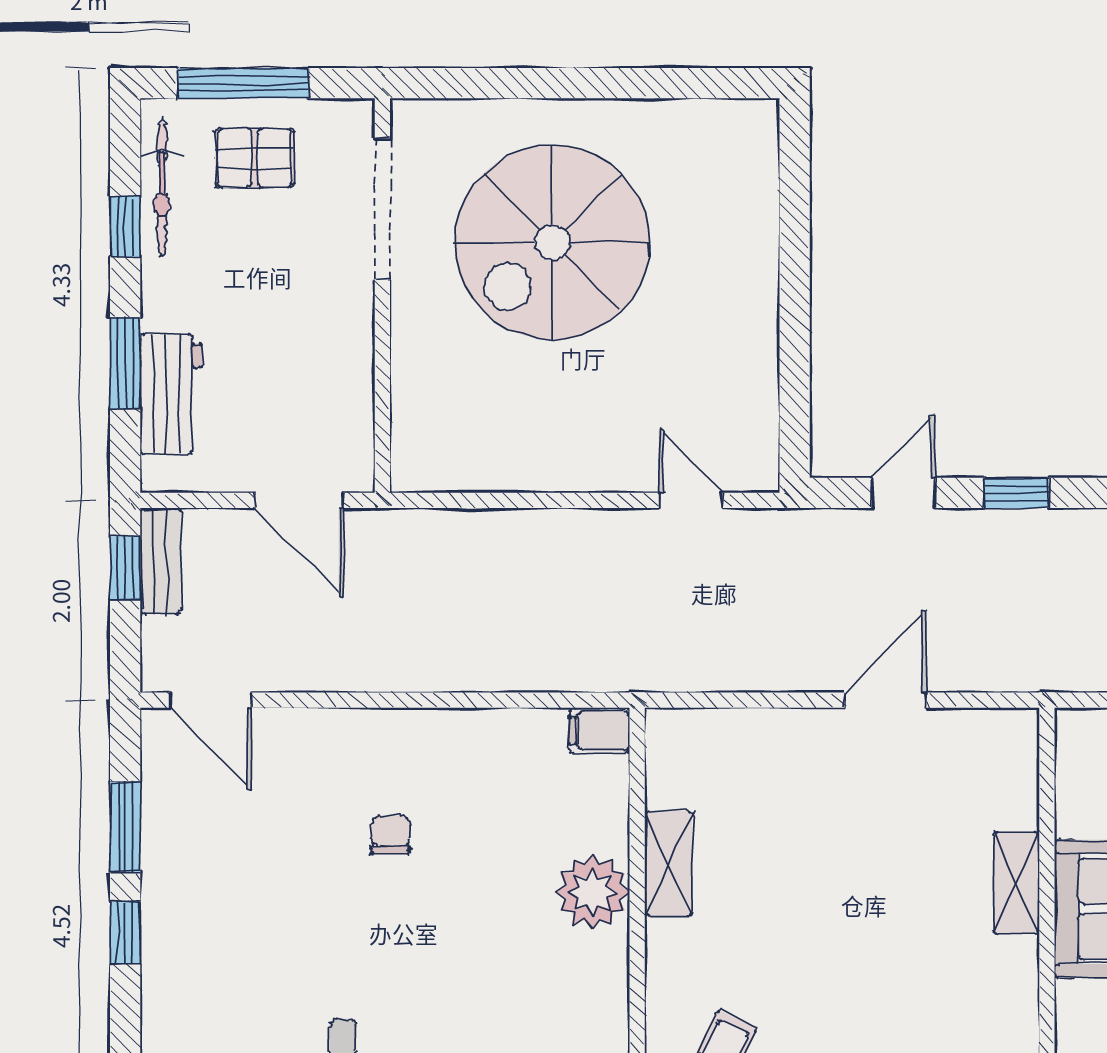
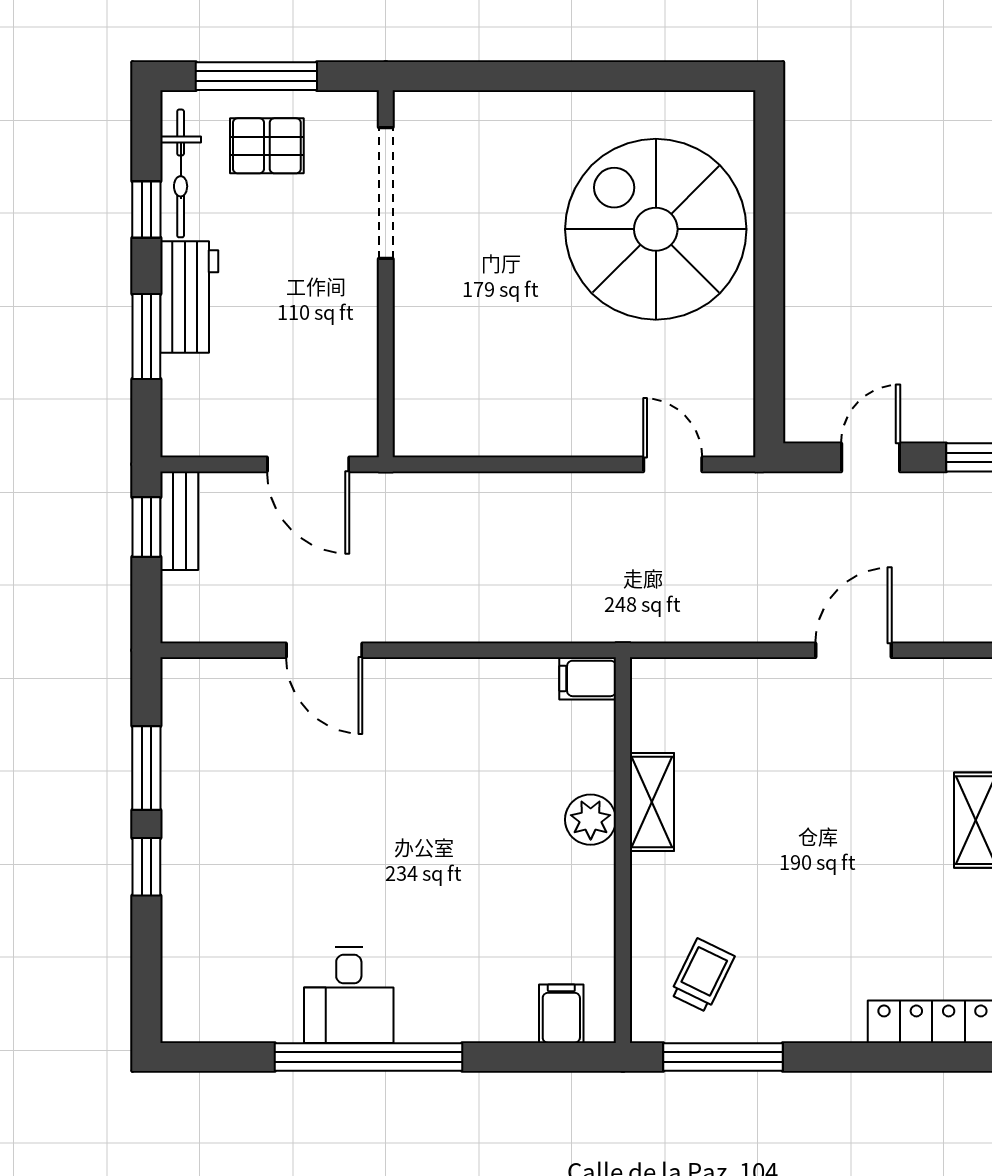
spiral stairs: (552, 242) -> (656, 229), moved, turned 90
workbench: (171, 394) -> (189, 297), moved
door: (211, 700) -> (324, 650), moved
chair: (391, 835) -> (393, 775), removed
plant: (593, 892) -> (591, 820), width x0.73, depth x0.73

